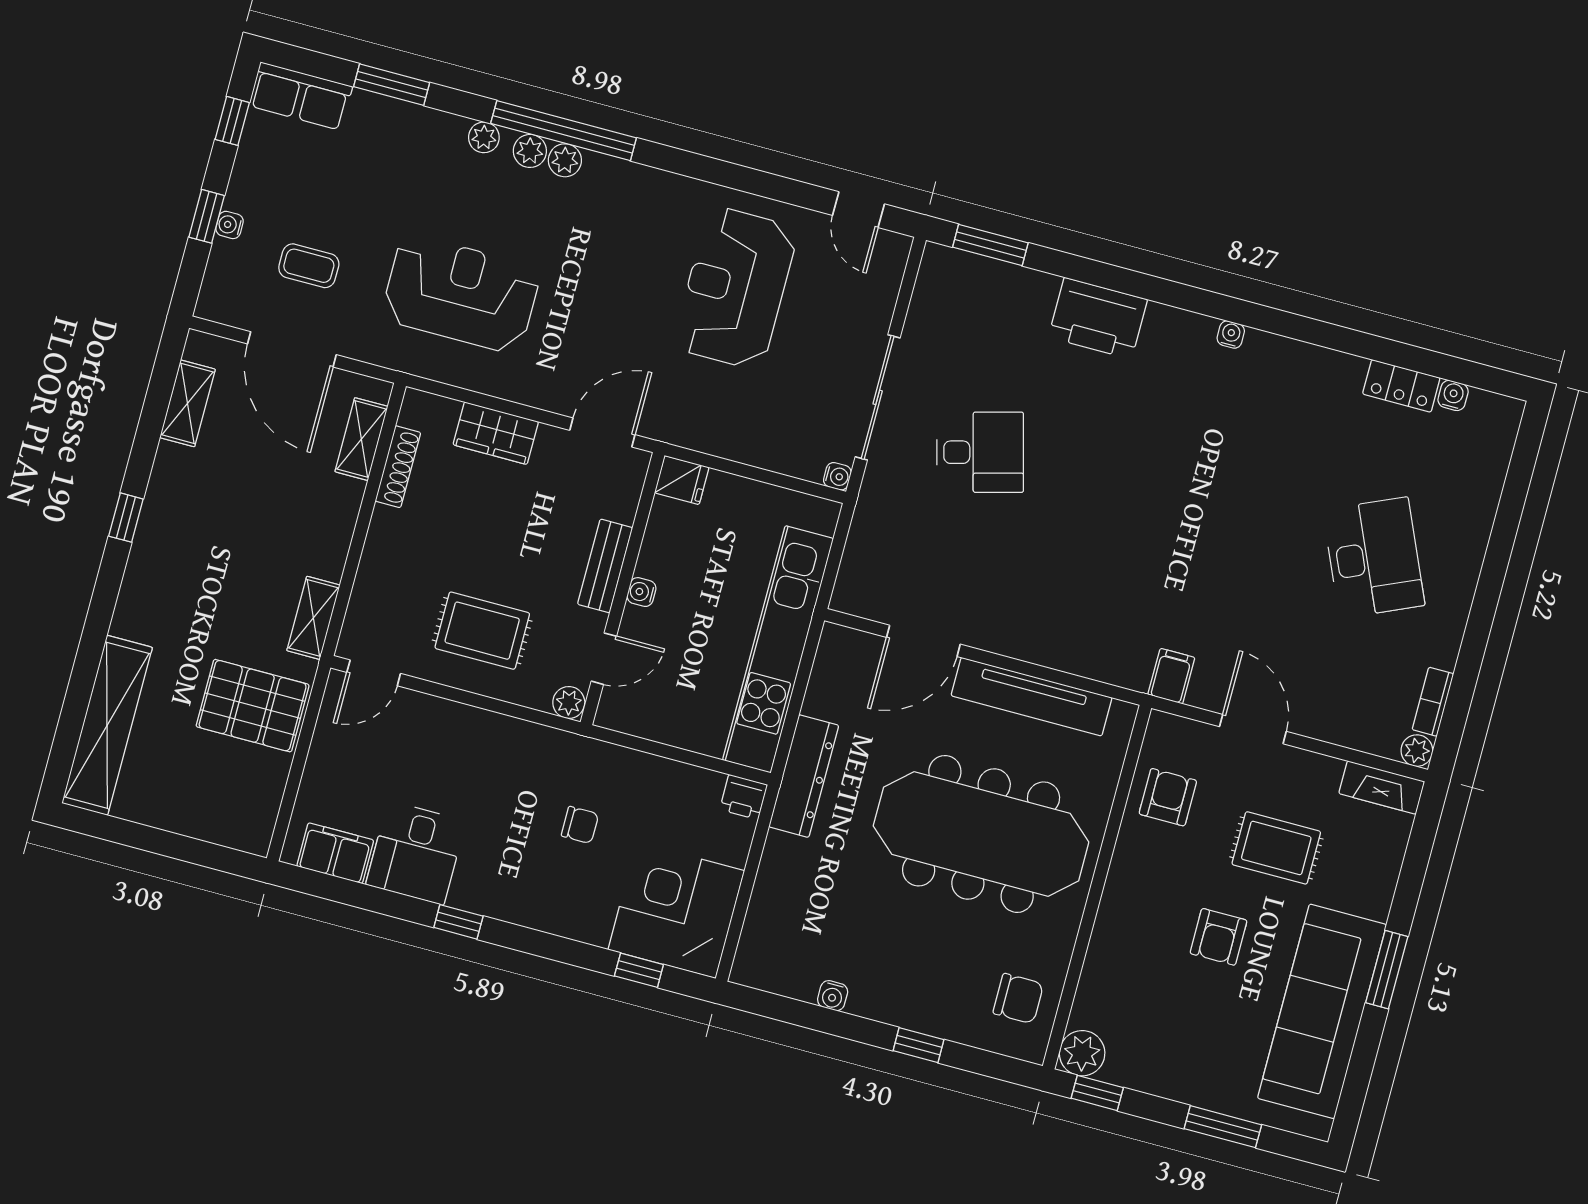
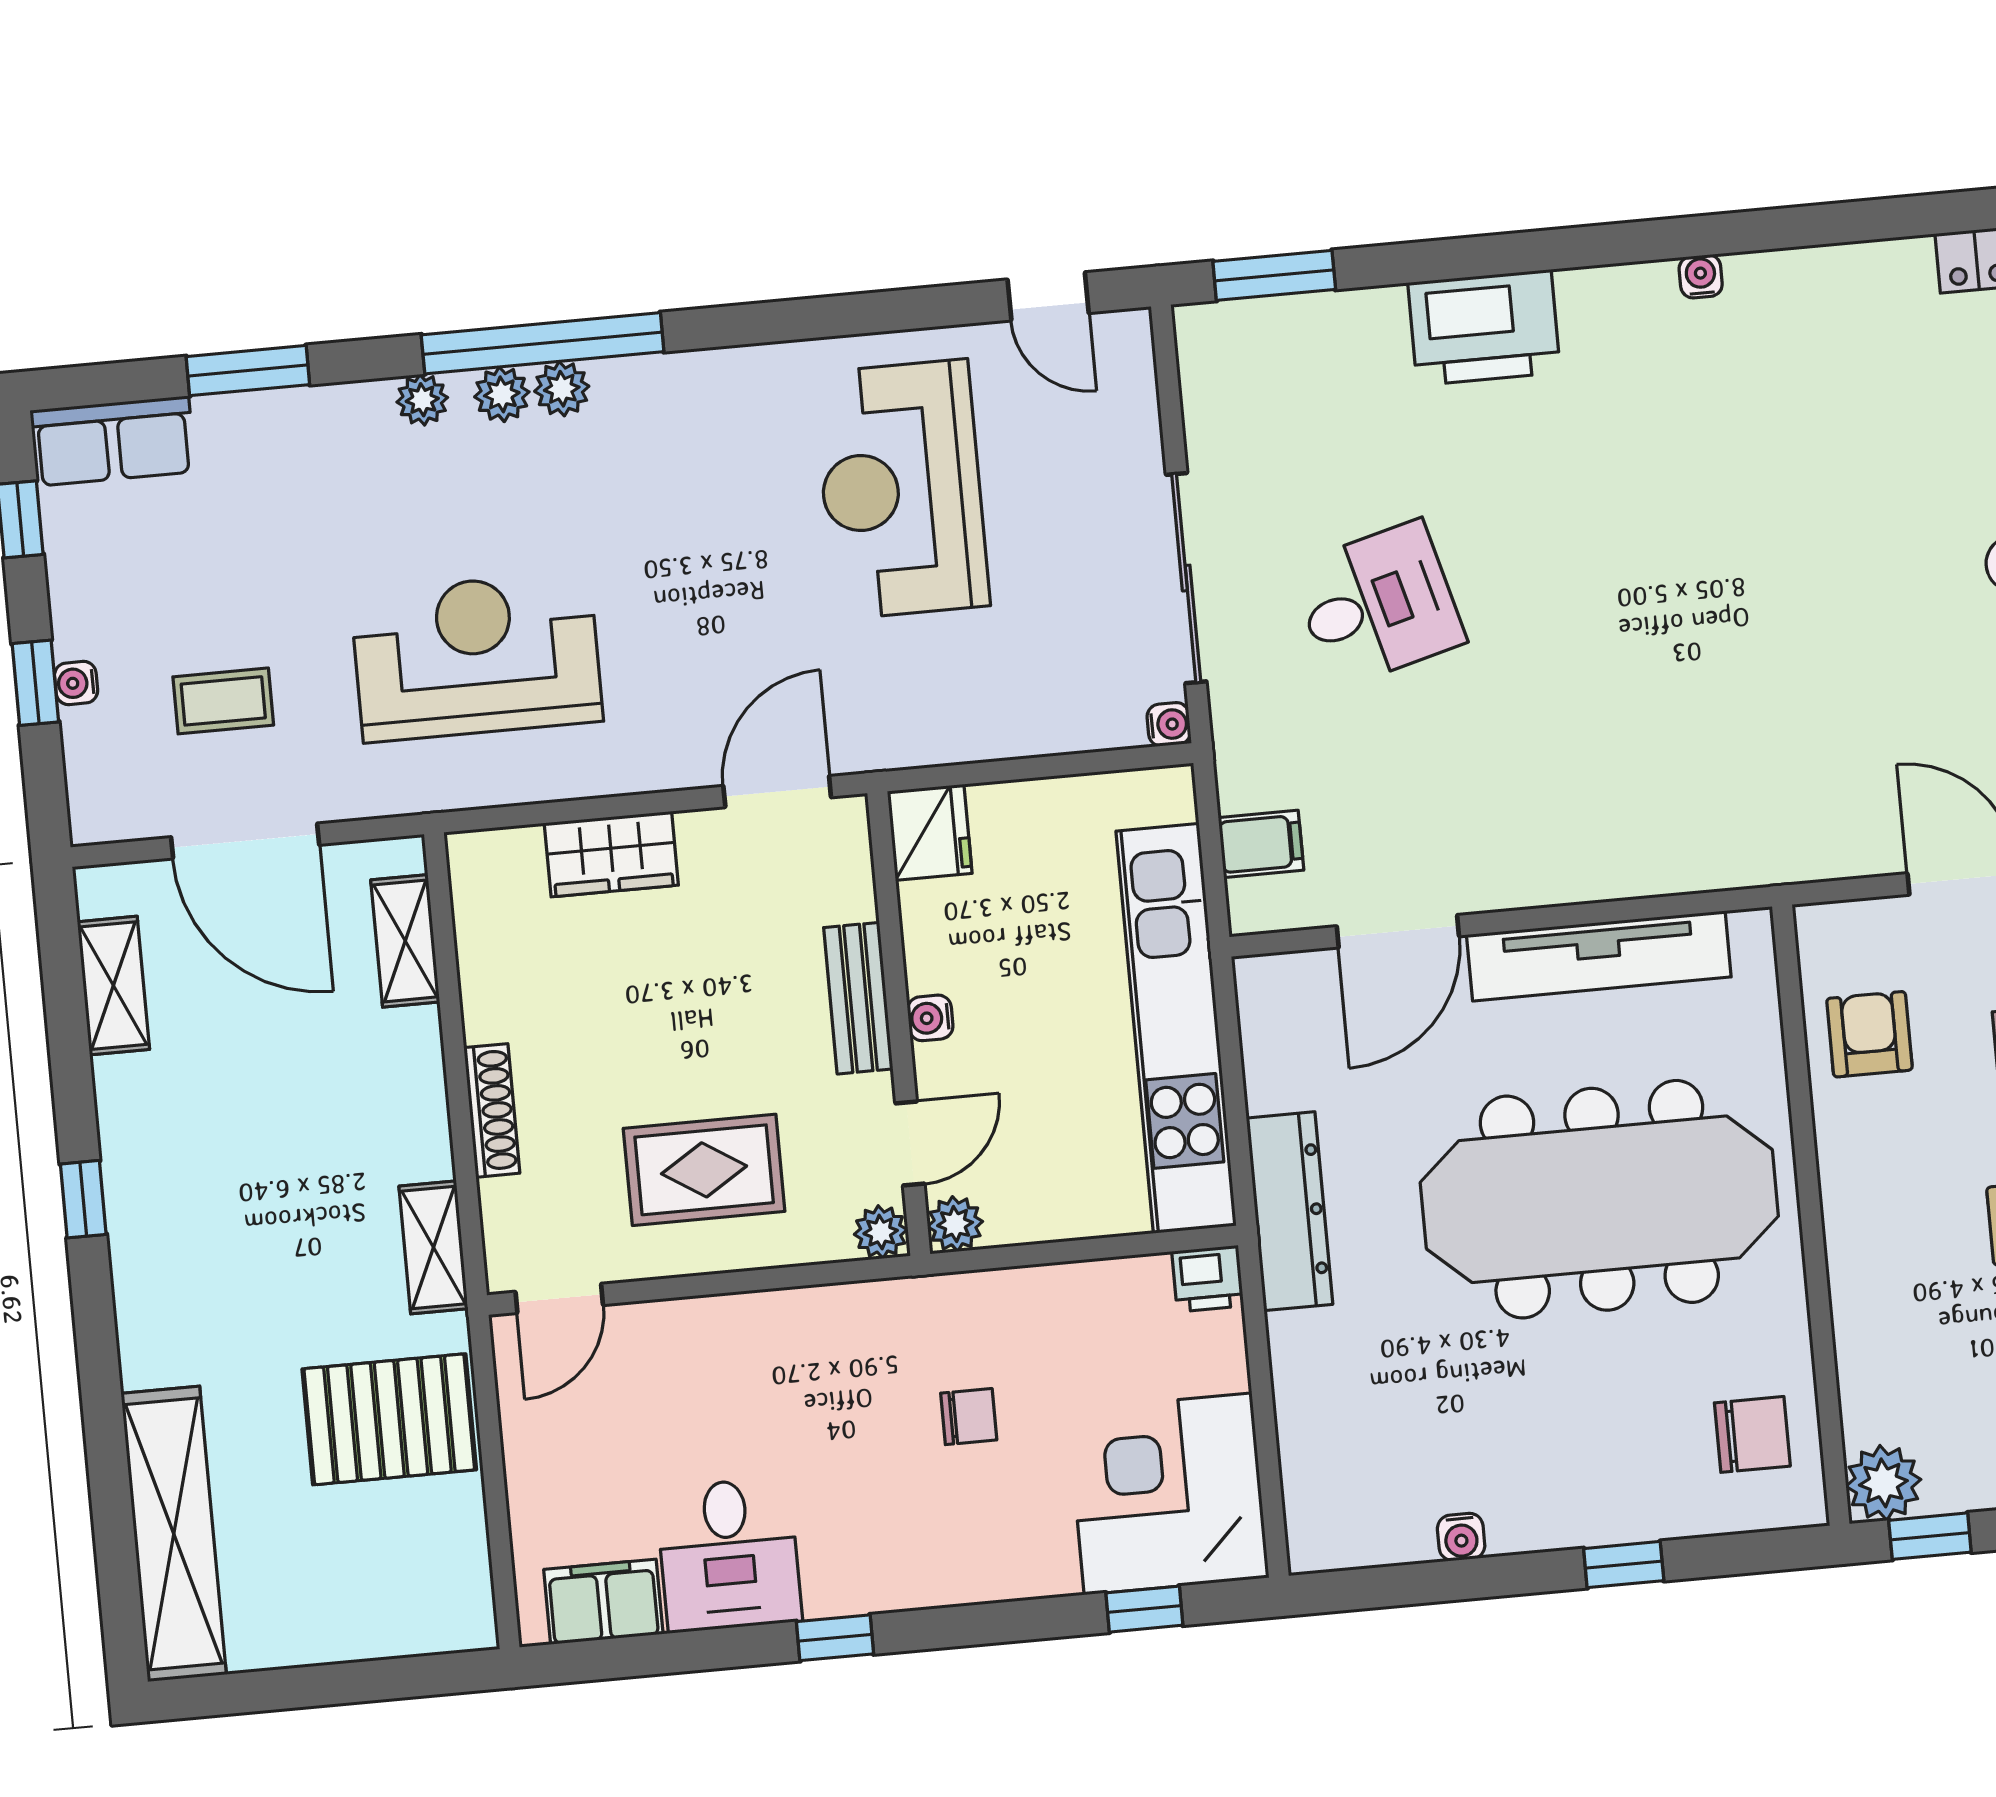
shoe rack: (398, 467) -> (492, 1110), moved
fridge: (682, 480) -> (930, 832), width x1.38
filing cabinet: (1171, 676) -> (1261, 844), moved, turned 90
plant: (612, 713) -> (955, 1224), added

